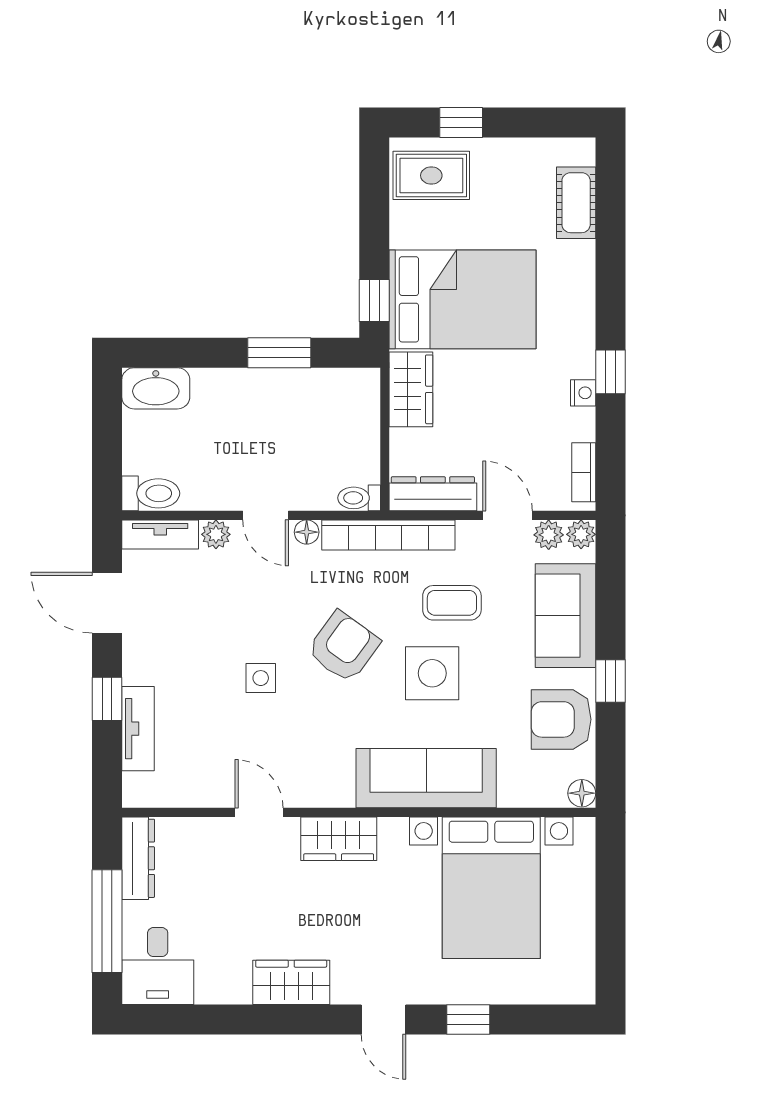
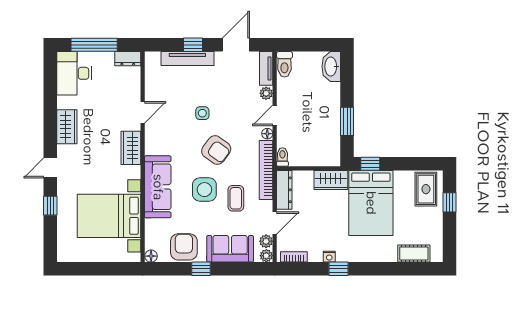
tv unit: (138, 729) -> (187, 59), width x1.41
dresser: (138, 858) -> (128, 59), width x0.70
desk: (158, 966) -> (74, 73), width x1.37

